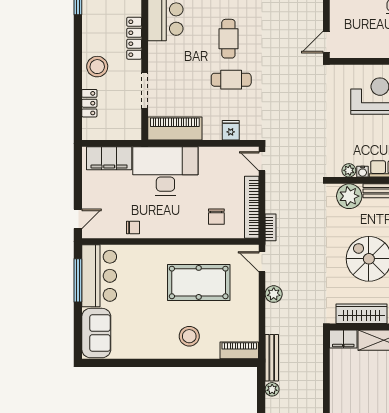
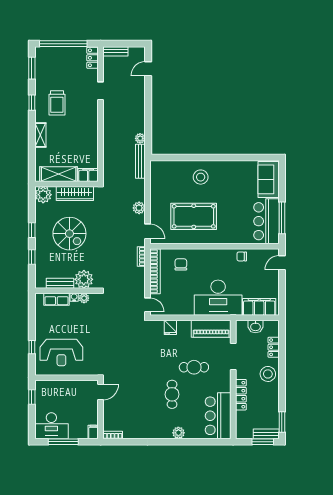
cafe table: (231, 80) -> (194, 367), moved
washbasin: (114, 132) -> (255, 326), added
piano: (239, 350) -> (164, 167), removed

